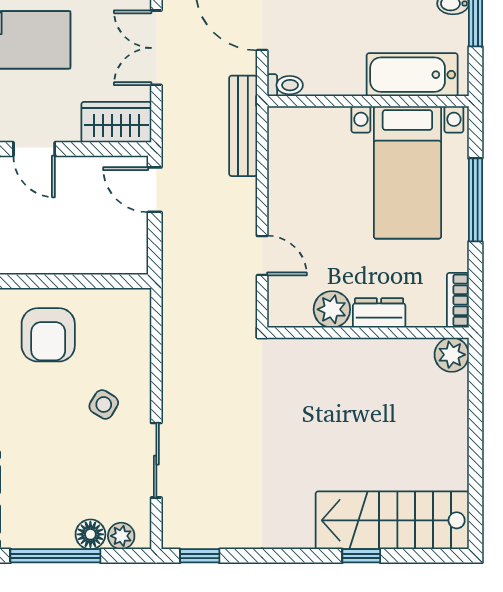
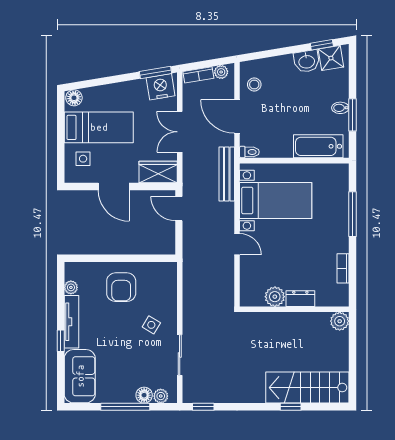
door: (34, 149) -> (114, 187), width x1.38
bed with nightstands: (407, 172) -> (276, 201), moved, turned -90
plant: (332, 309) -> (275, 297), moved
dresser: (379, 313) -> (300, 299), moved
wall: (368, 333) -> (294, 309), moved
plant: (452, 355) -> (340, 321), moved

